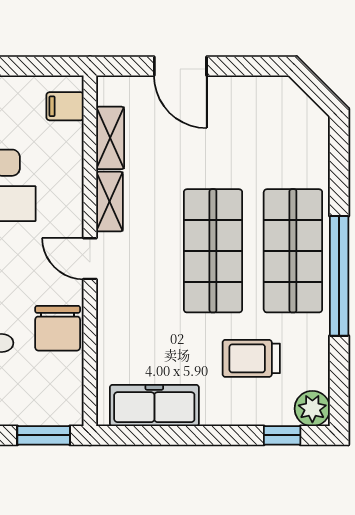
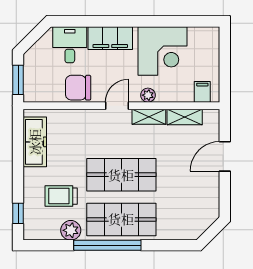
plant: (71, 203) -> (148, 95), added
trolley: (251, 358) -> (61, 196), turned -90
plant: (312, 409) -> (71, 230), moved

